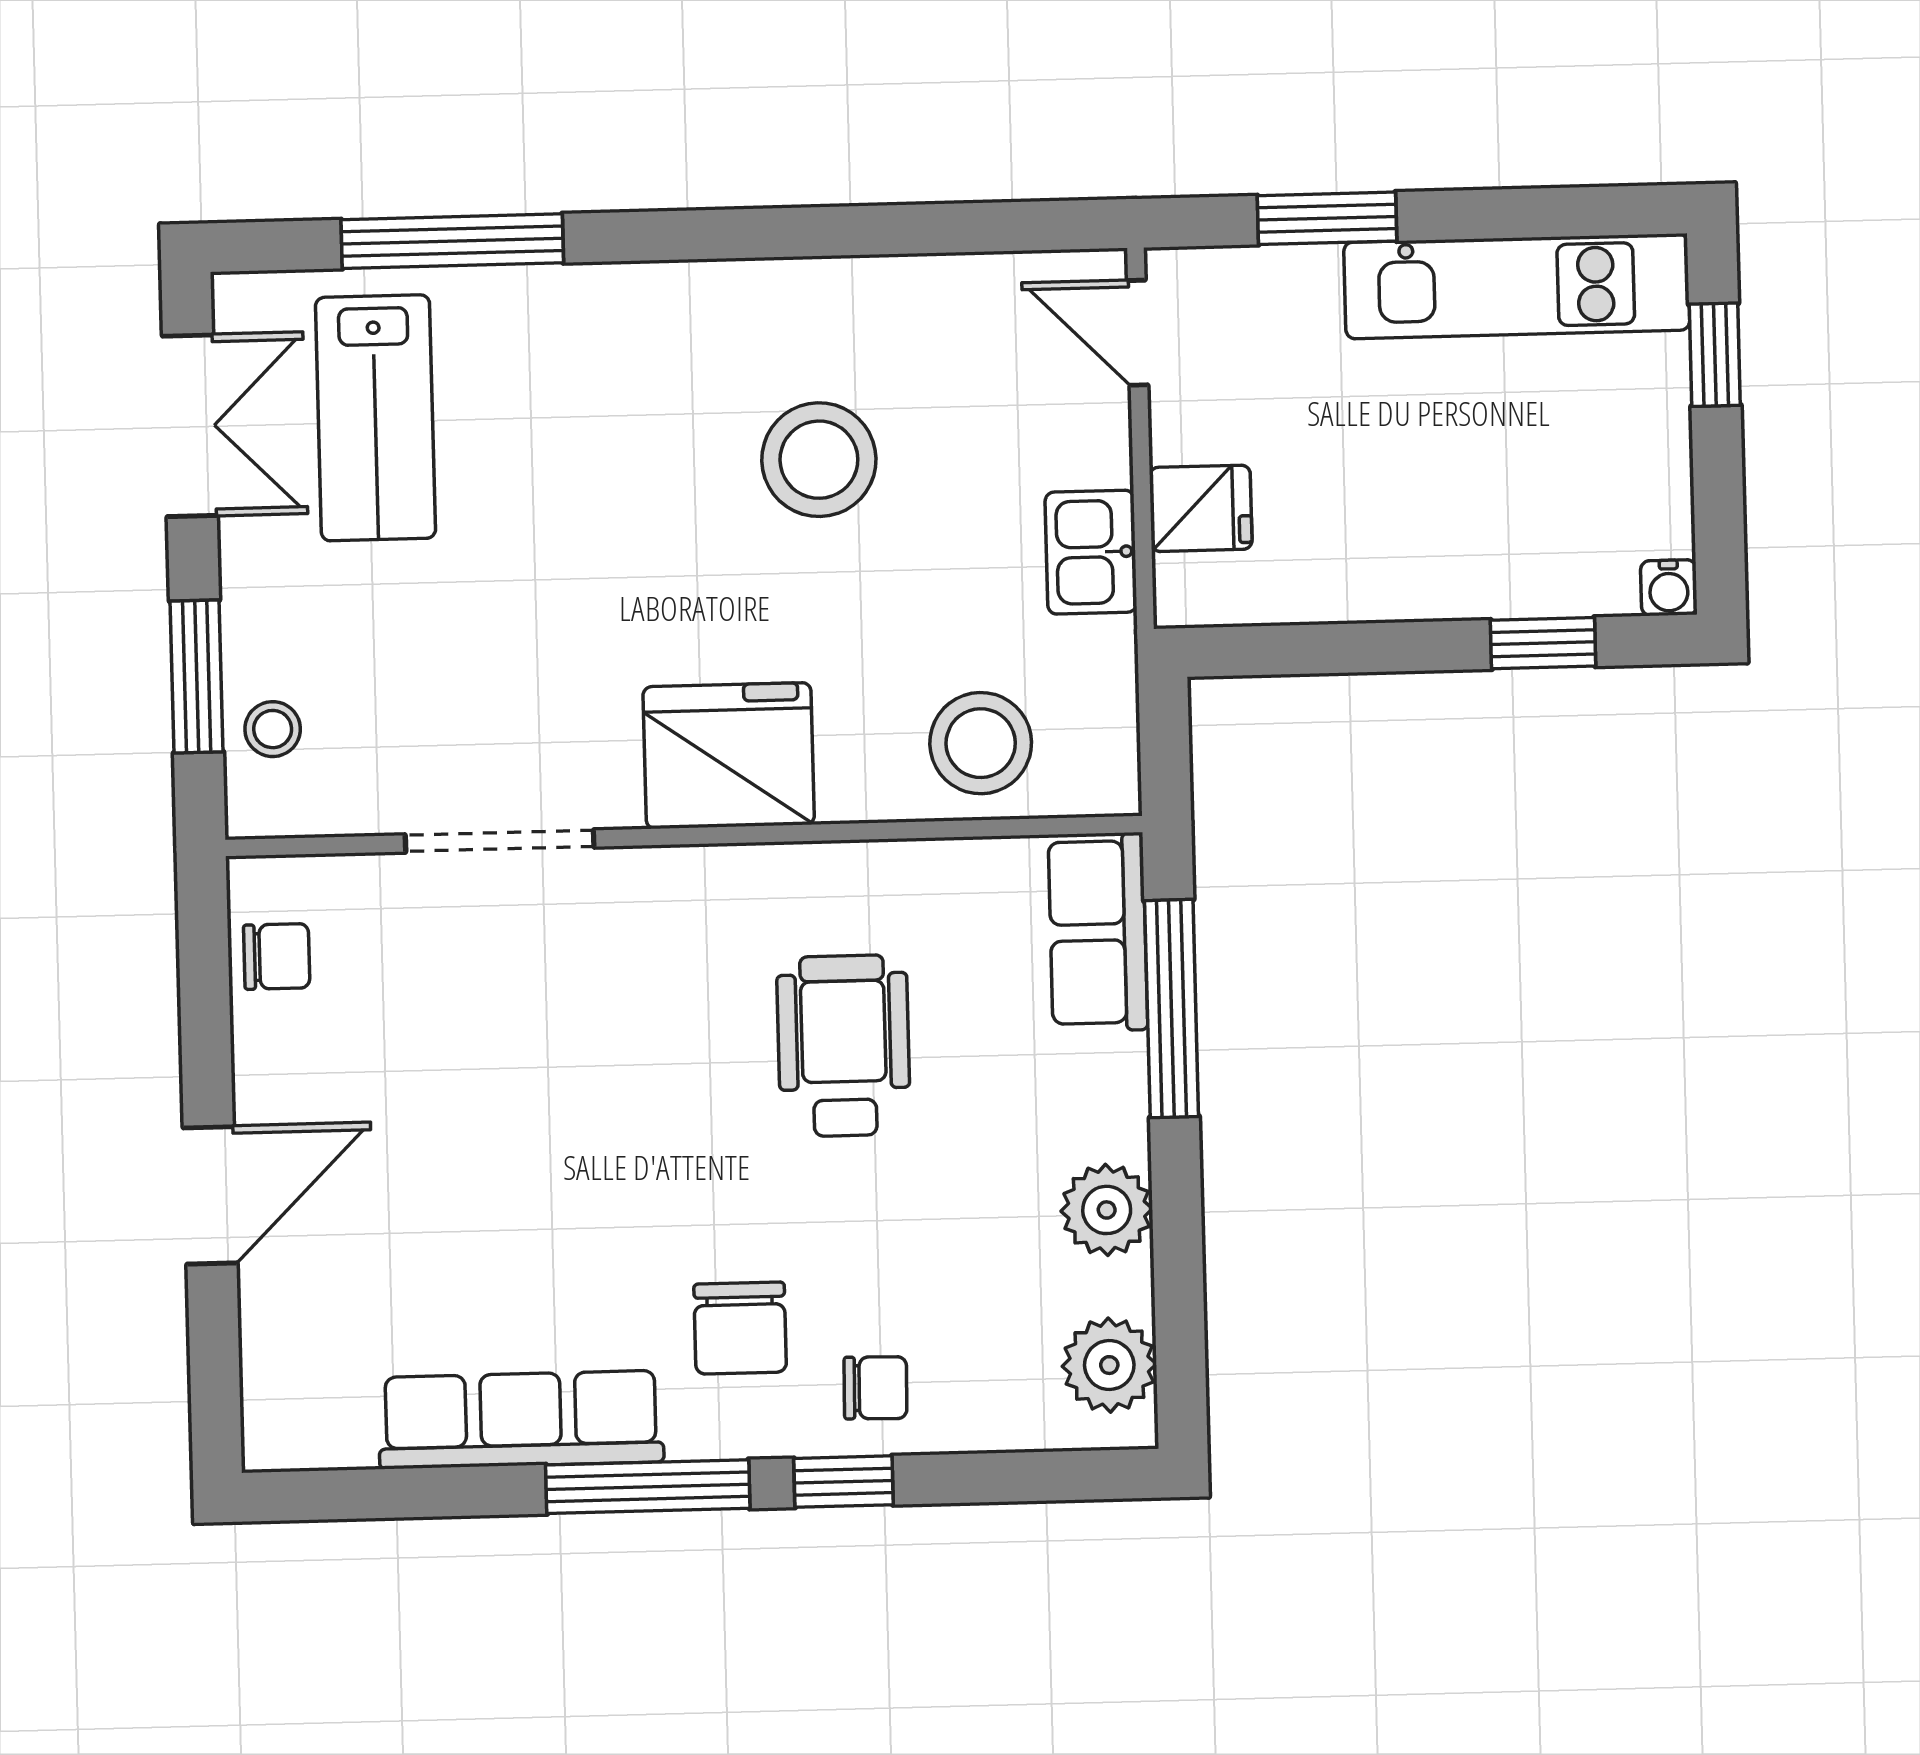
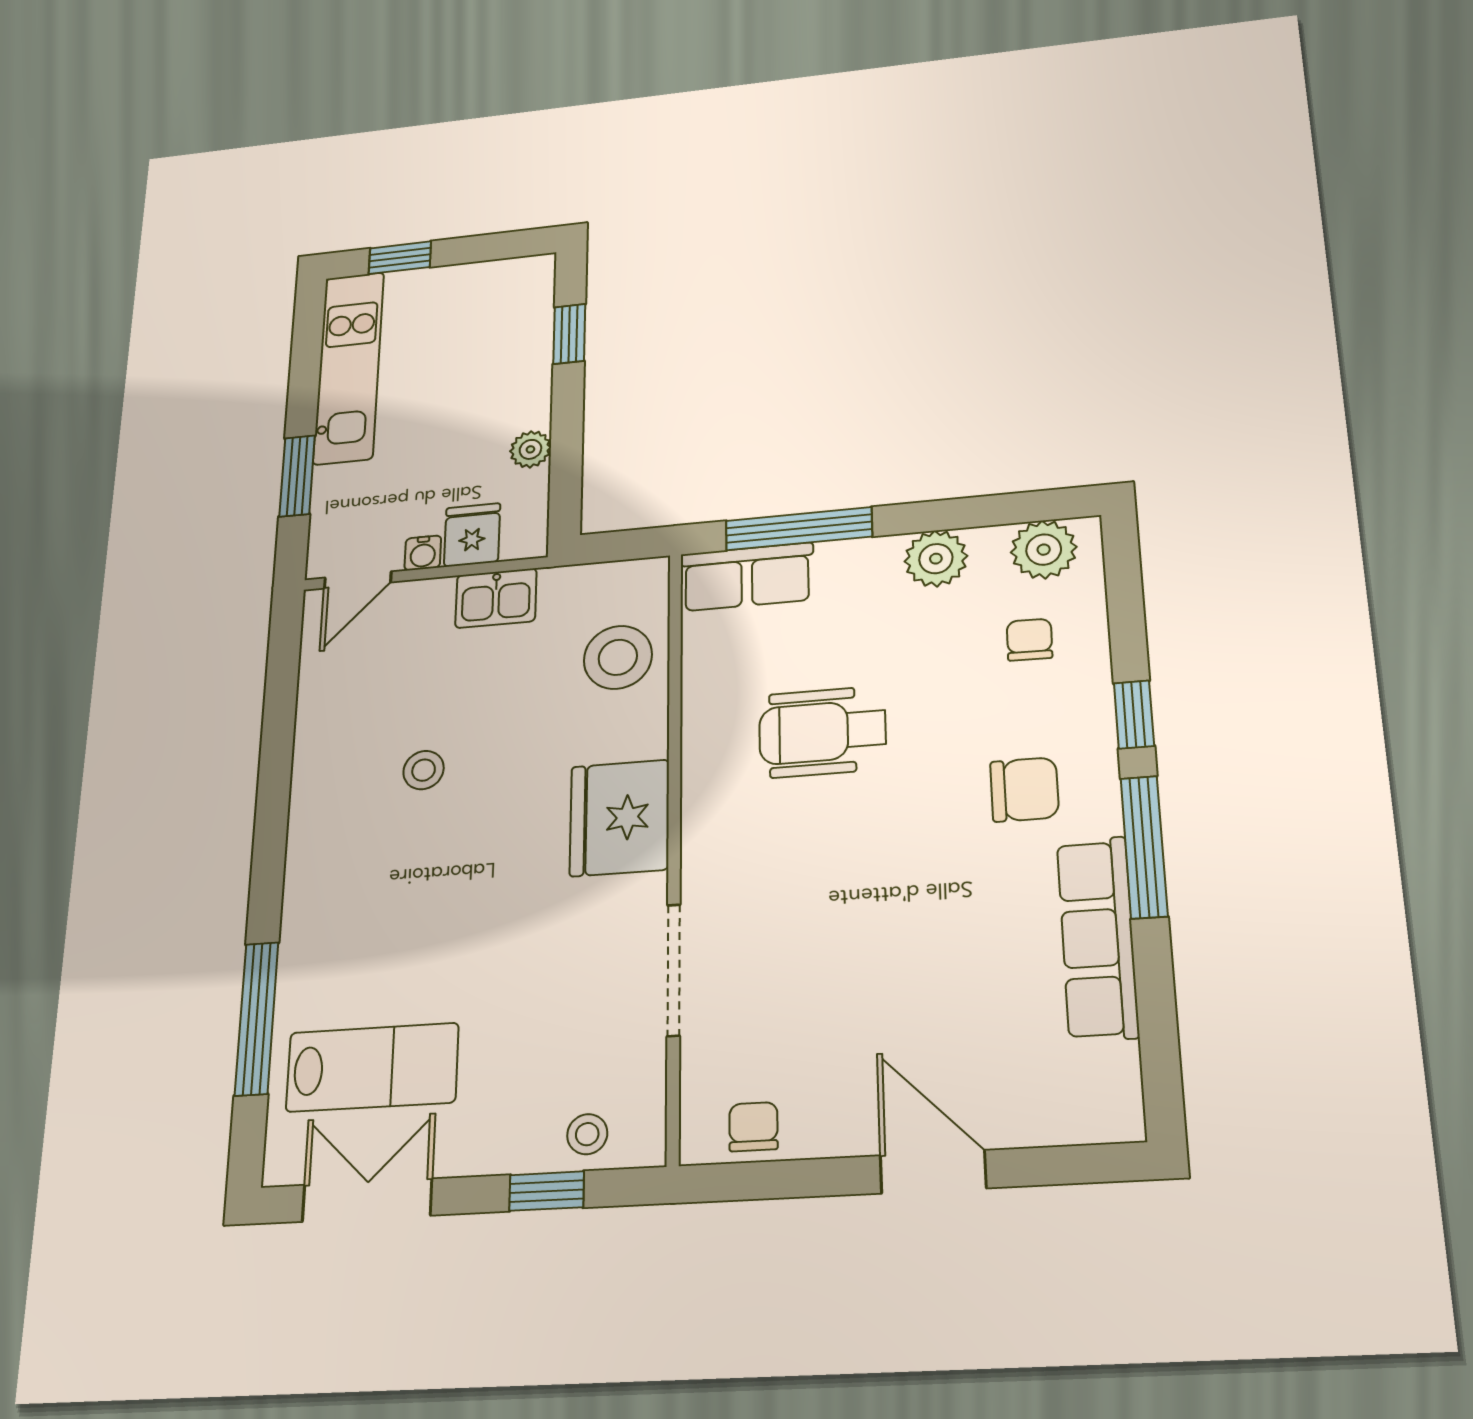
stool: (819, 460) -> (424, 770), width x0.53, depth x0.53
water cooler: (1669, 588) -> (423, 553), moved, turned 90
plant: (1342, 592) -> (530, 449), added
window: (197, 677) -> (547, 1191), width x0.67
chair: (876, 1388) -> (1029, 640), moved

